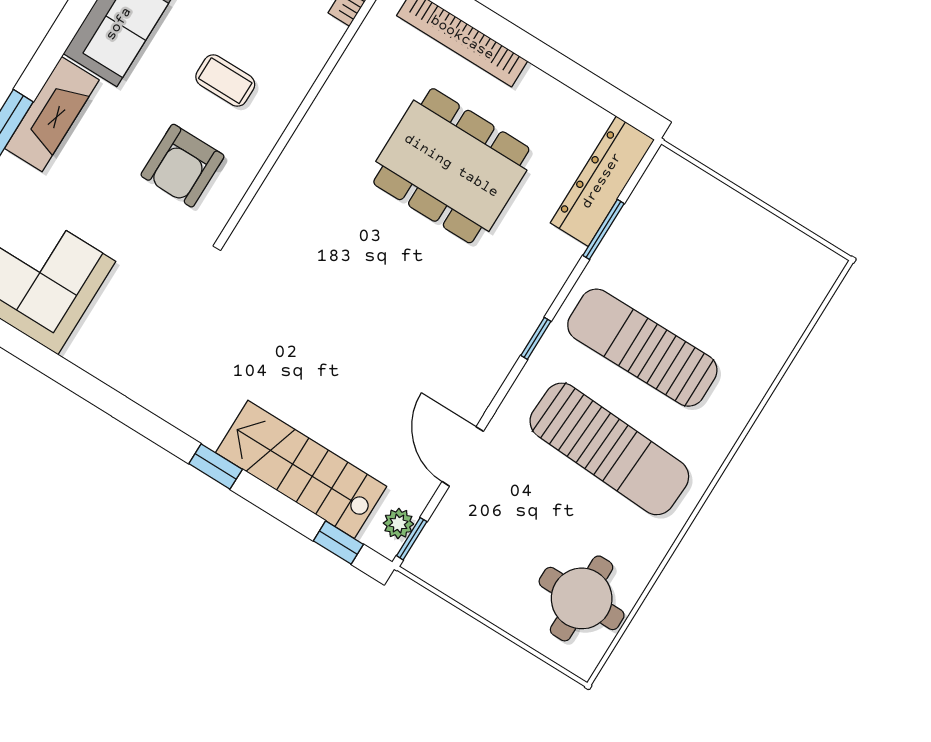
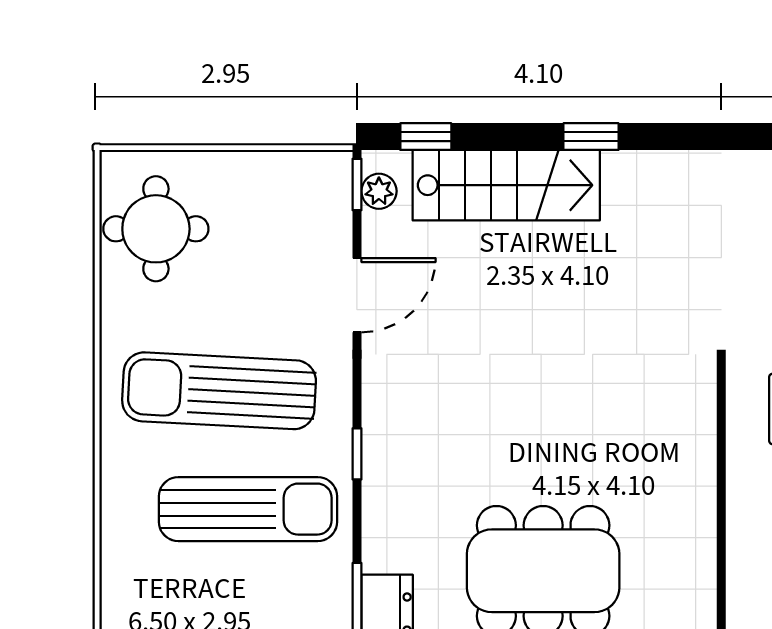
door: (463, 456) -> (357, 295), hinge flipped

